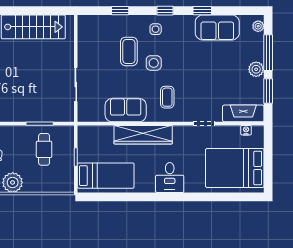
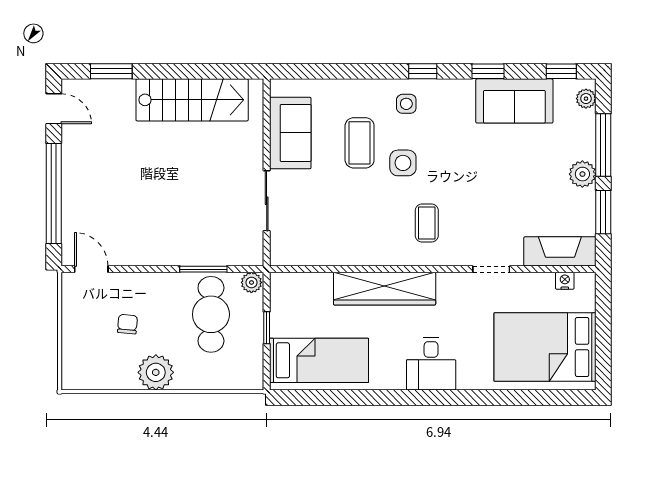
window: (120, 11) -> (561, 71), moved
sofa: (126, 110) -> (290, 133), moved, turned 90
plant: (67, 131) -> (251, 282), added
cafe table: (44, 149) -> (211, 314), width x1.37, depth x1.35

